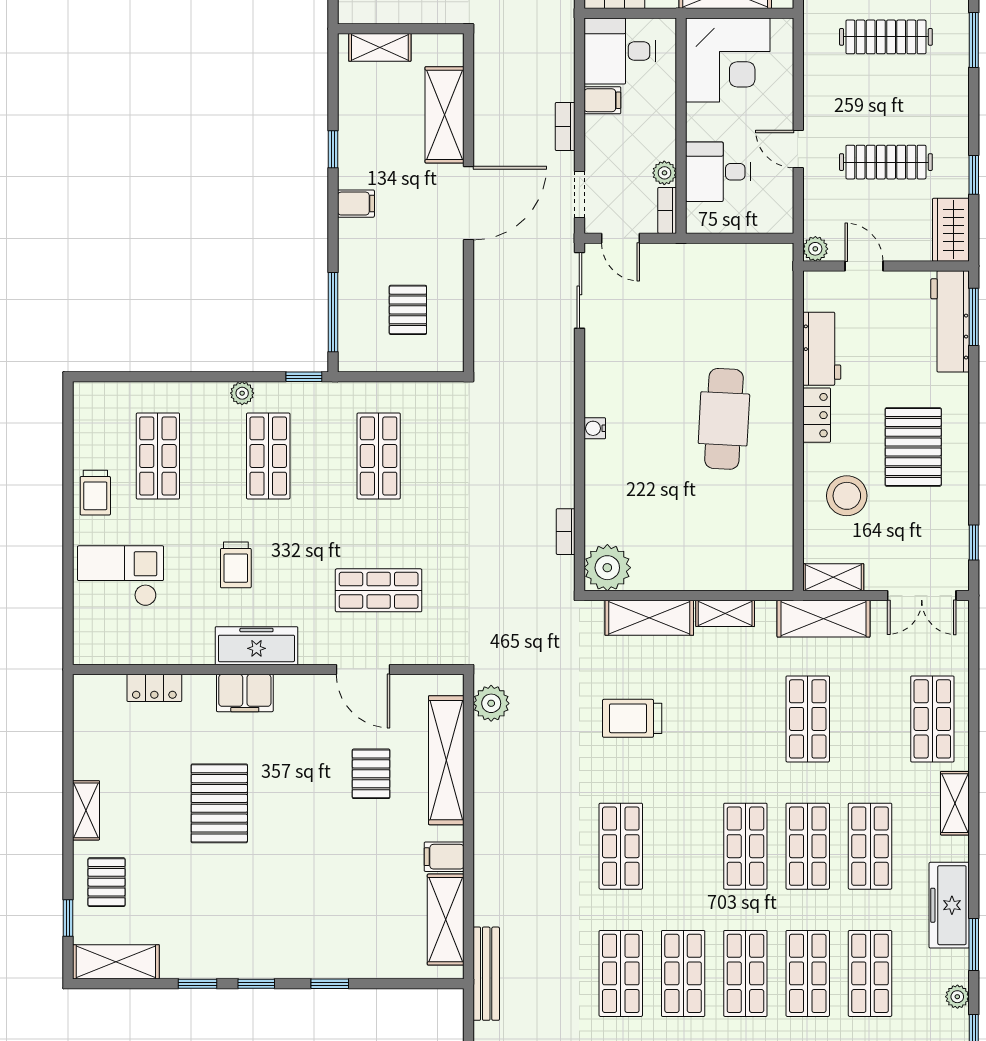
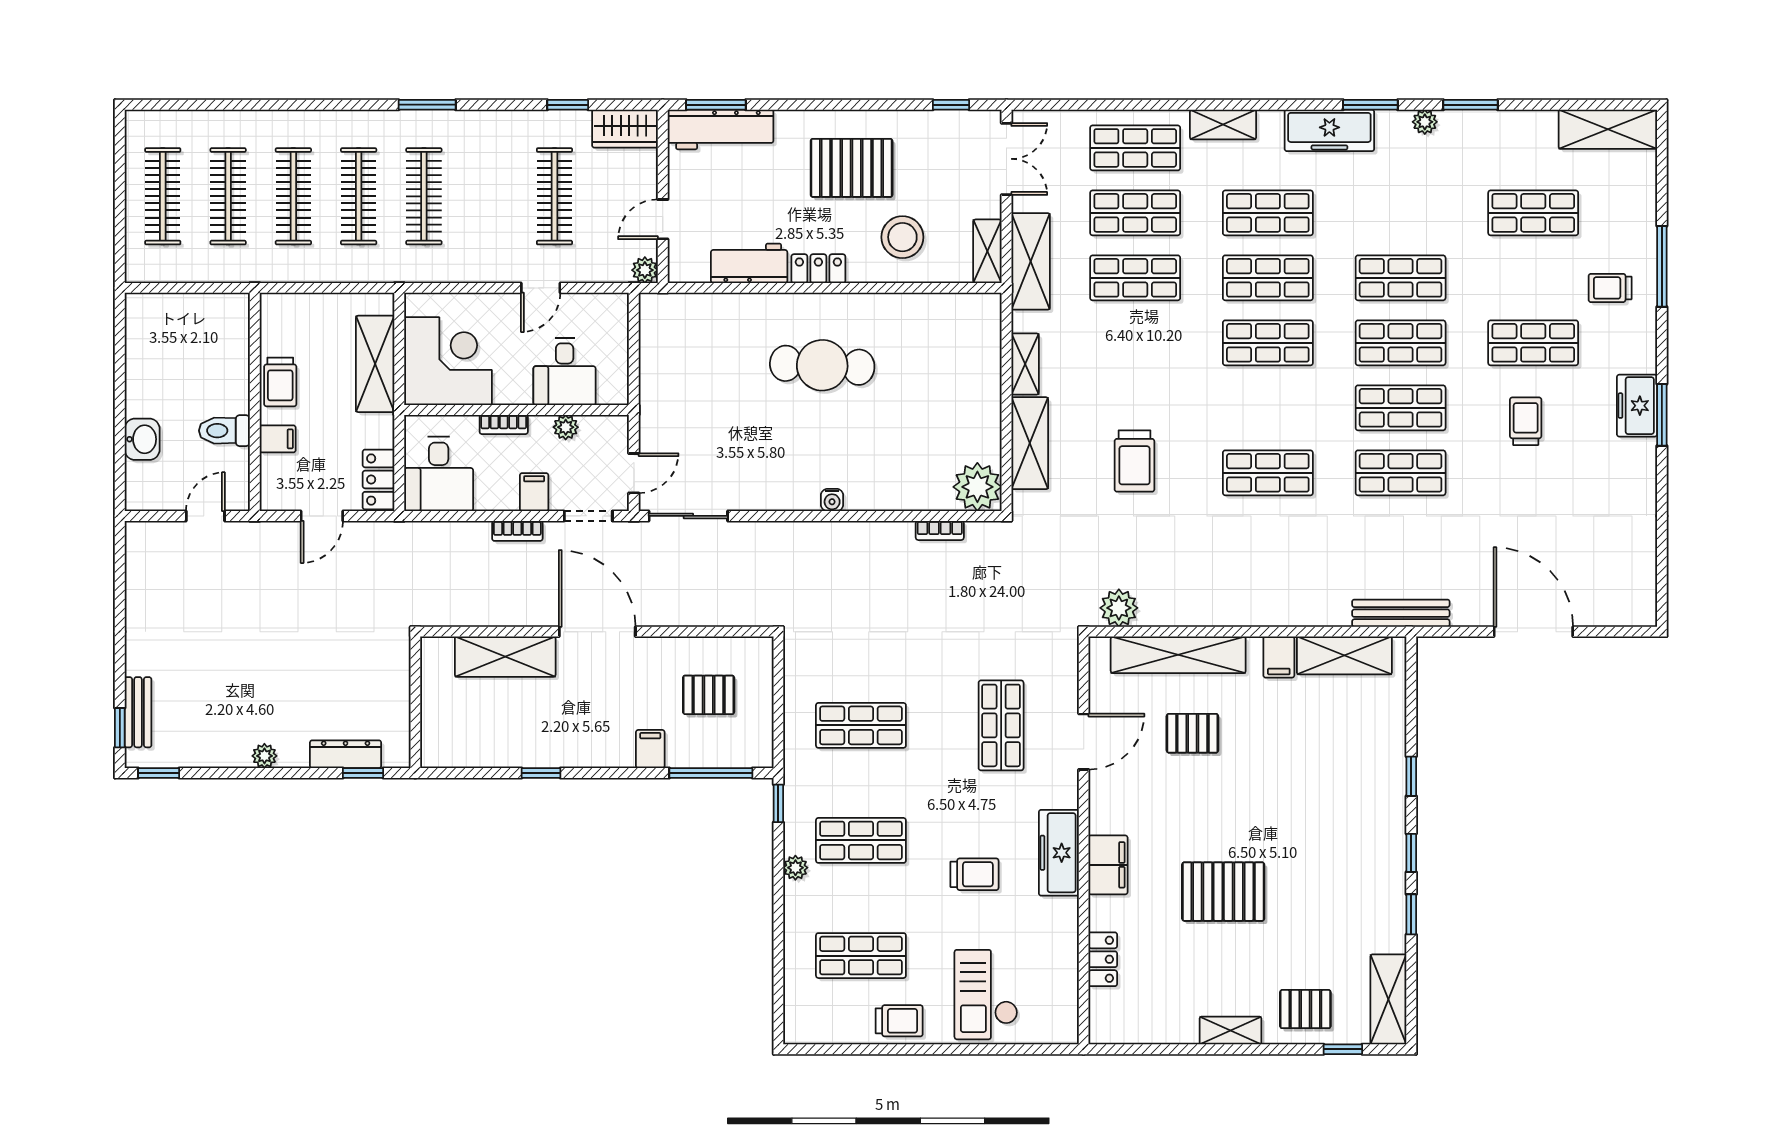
shelving: (380, 47) -> (435, 724), removed
filing cabinet: (602, 100) -> (534, 492), moved
filing cabinet: (356, 204) -> (650, 749), moved
bookcase: (667, 210) -> (504, 424), moved
shop shelf: (870, 973) -> (1135, 213), moved

